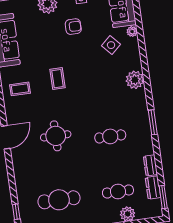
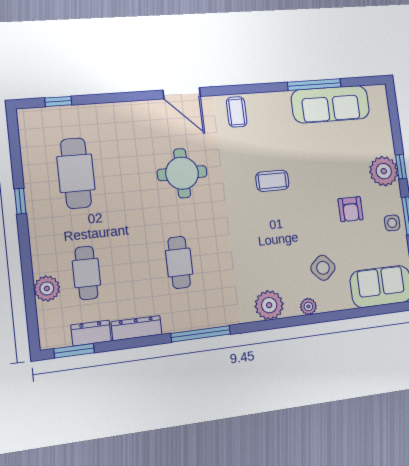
plant: (132, 32) -> (308, 306), moved
coffee table: (20, 89) -> (237, 112), moved
window: (153, 122) -> (201, 334), width x1.44
dresser: (150, 165) -> (137, 328), width x1.44

